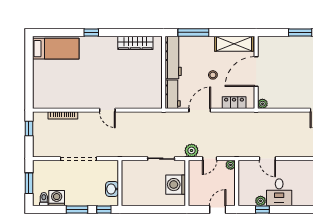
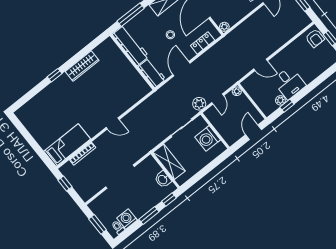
wardrobe: (135, 43) -> (82, 66), moved
bed: (56, 49) -> (67, 145), moved
shelving: (129, 178) -> (169, 162), added

